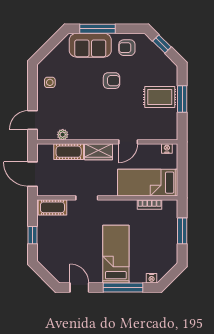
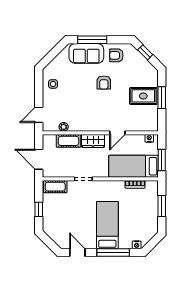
armchair: (112, 81) -> (104, 82), turned 90
window: (182, 175) -> (162, 160), added

